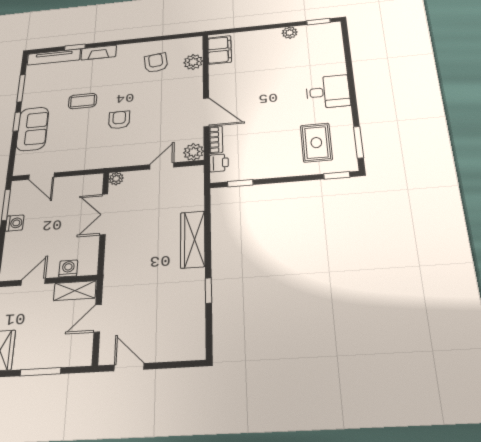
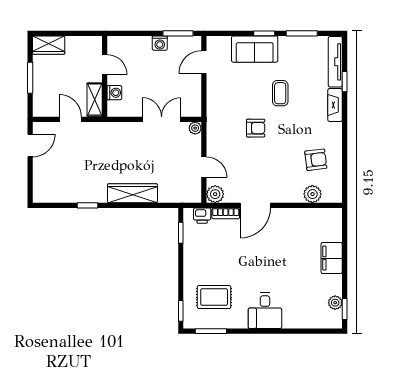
plant: (290, 33) -> (335, 303), moved
filing cabinet: (220, 50) -> (332, 258), moved, turned 90

